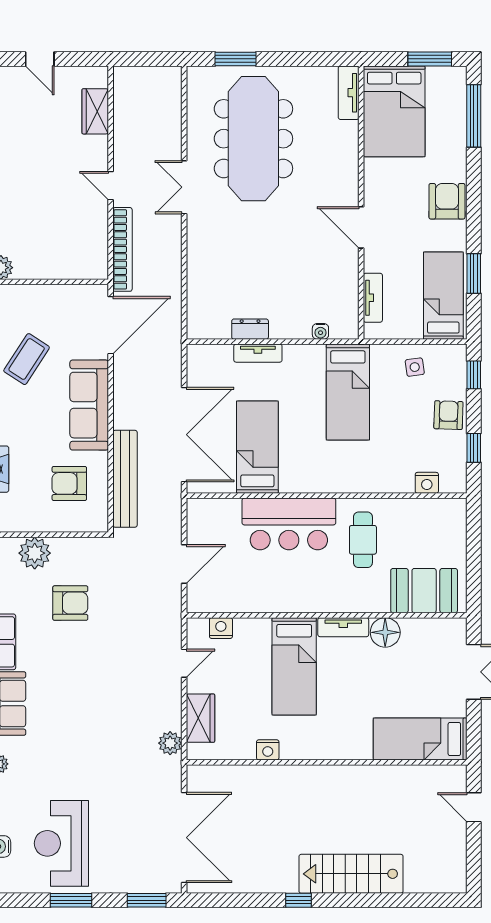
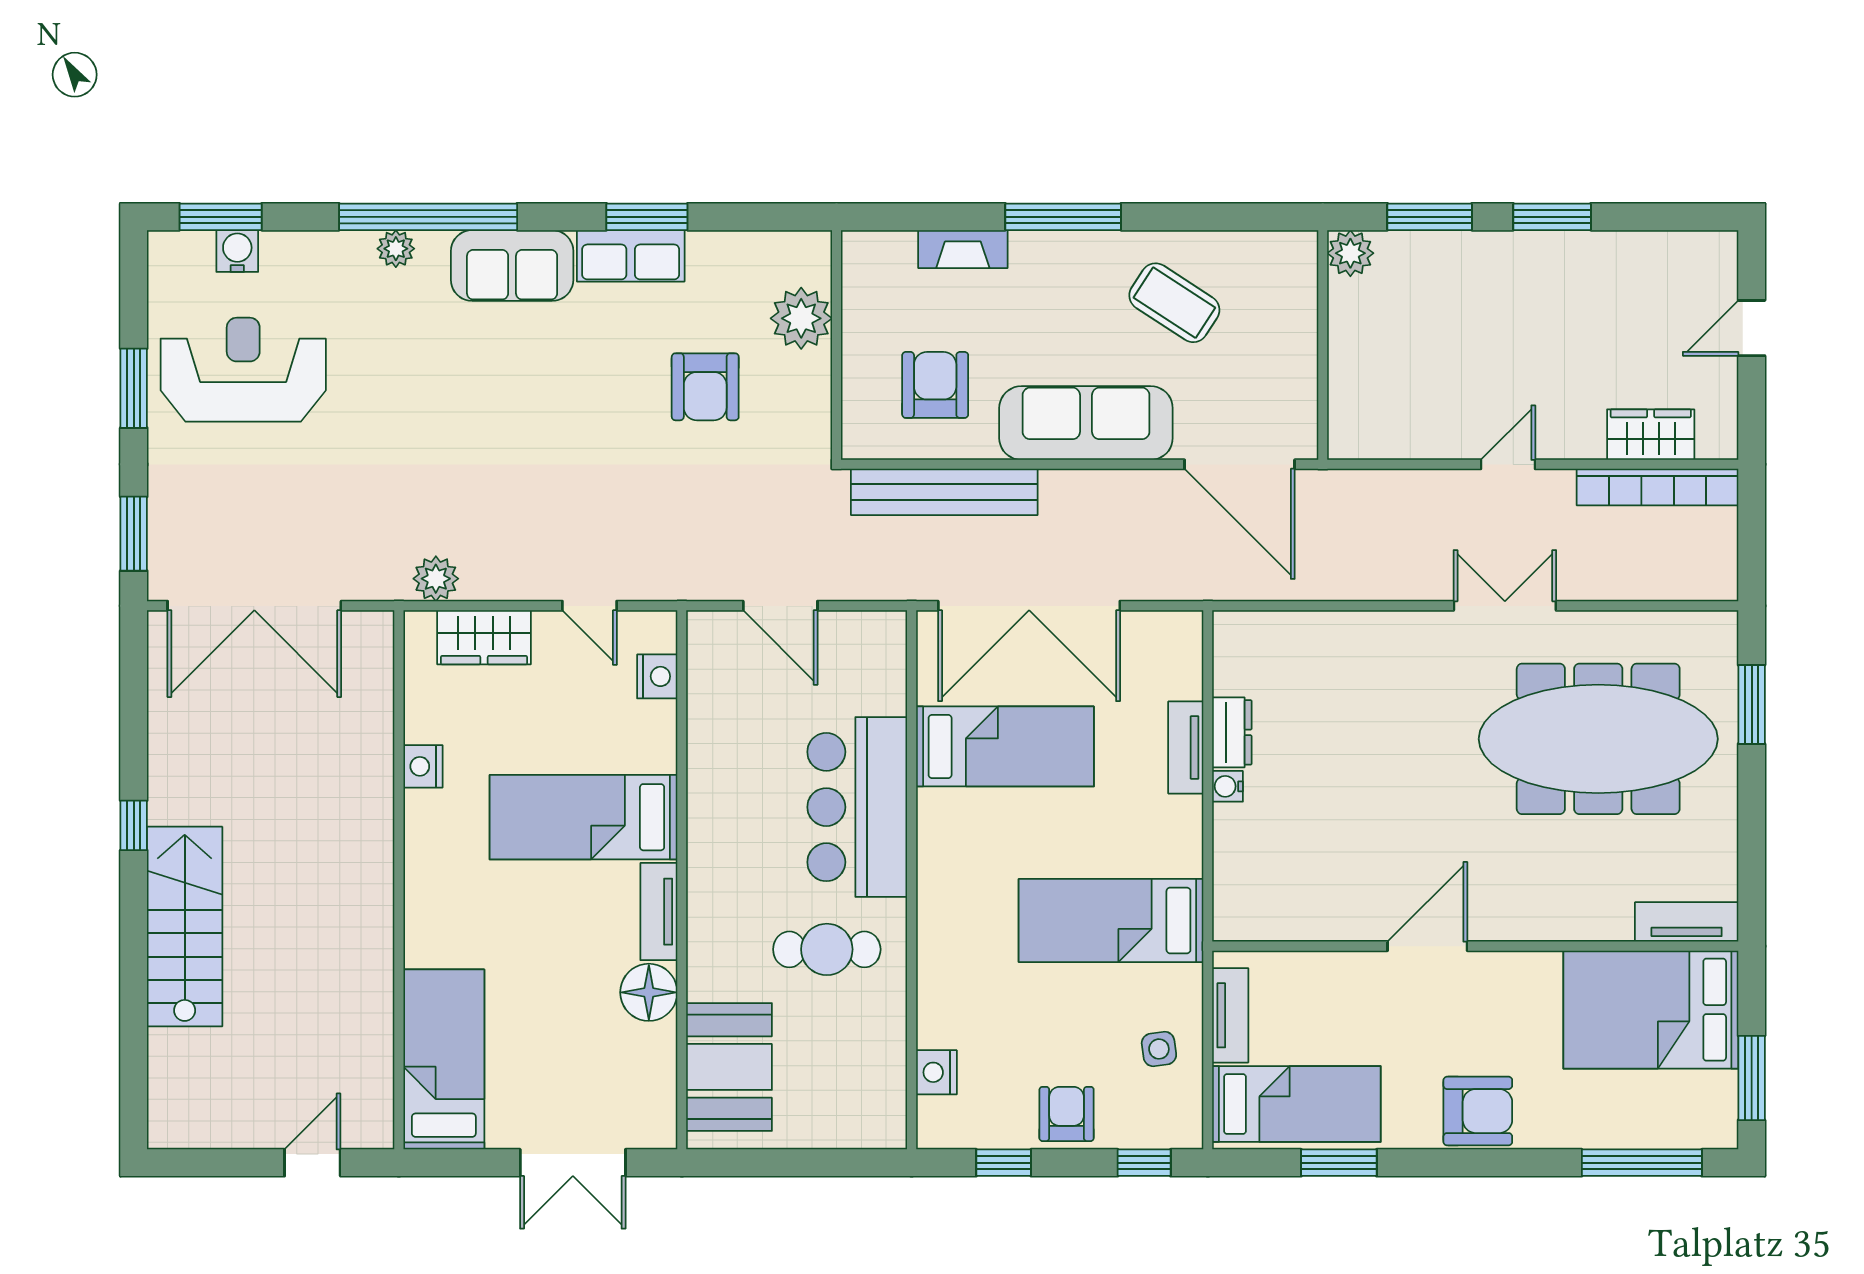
bookcase: (122, 249) -> (1657, 487), moved
tv unit: (373, 298) -> (1230, 1015), moved, turned -90
water cooler: (320, 331) -> (1228, 786), moved
armchair: (448, 415) -> (1067, 1114), turned -92

